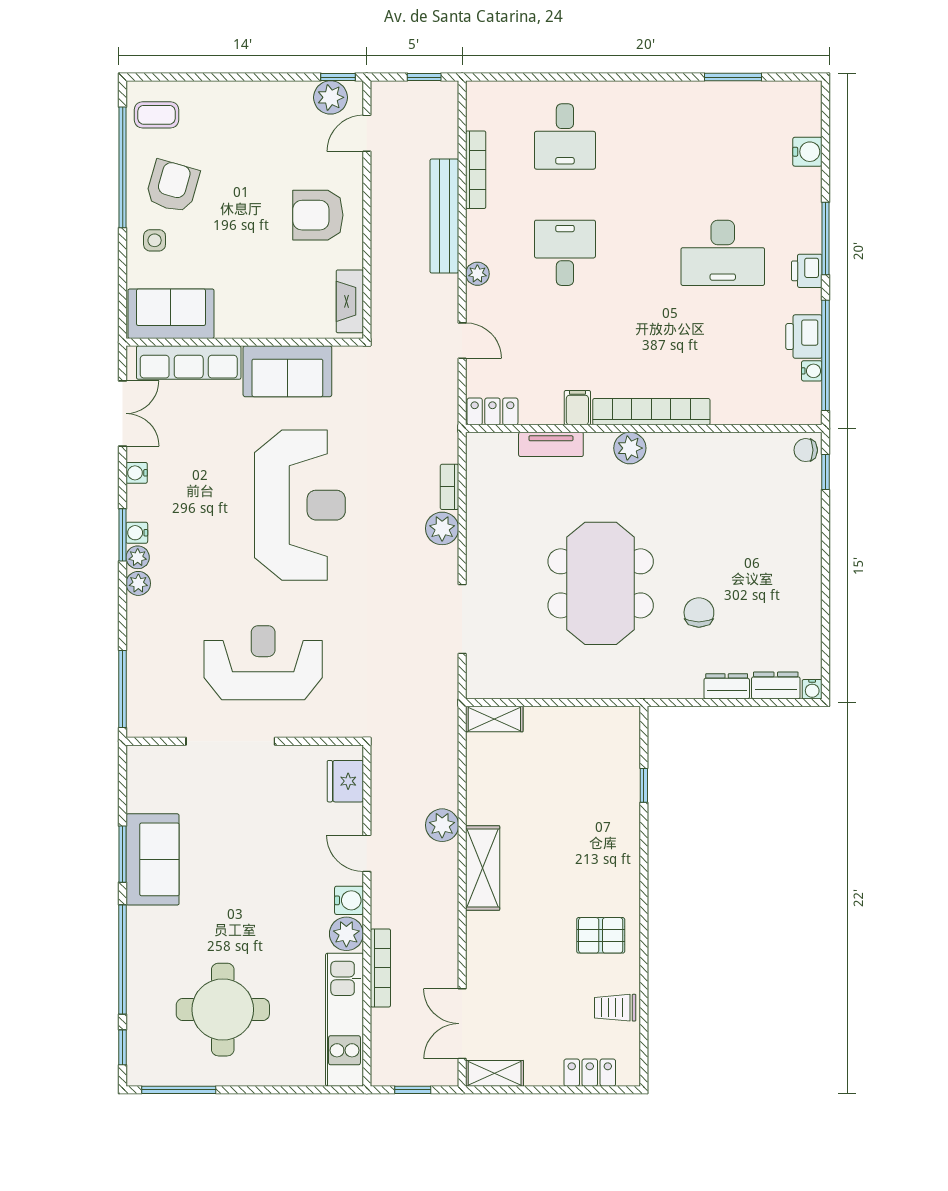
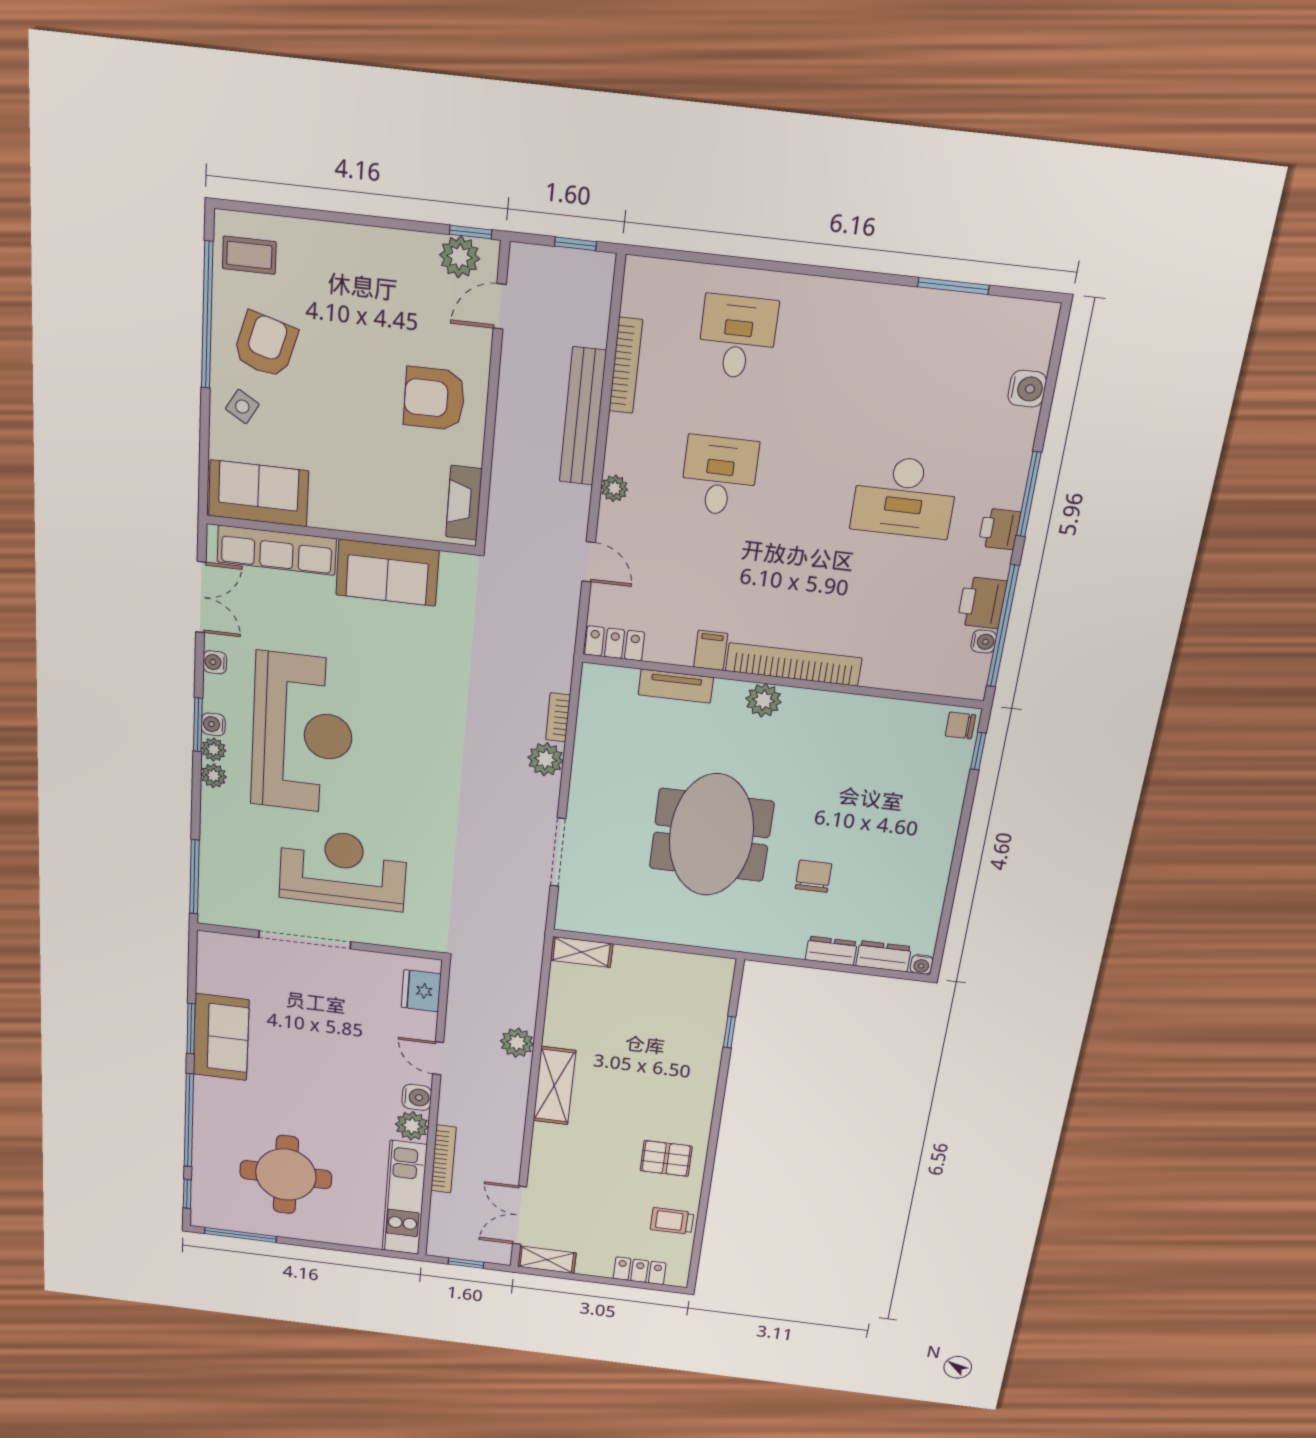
desk: (565, 136) -> (738, 337), turned 180
side table: (155, 240) -> (242, 407), turned 31
reception desk: (300, 505) -> (302, 734), moved

